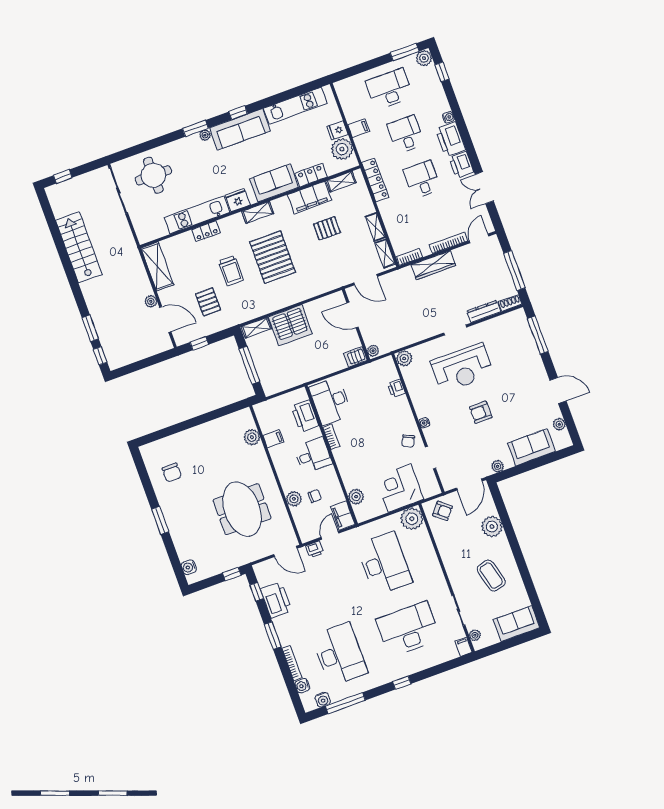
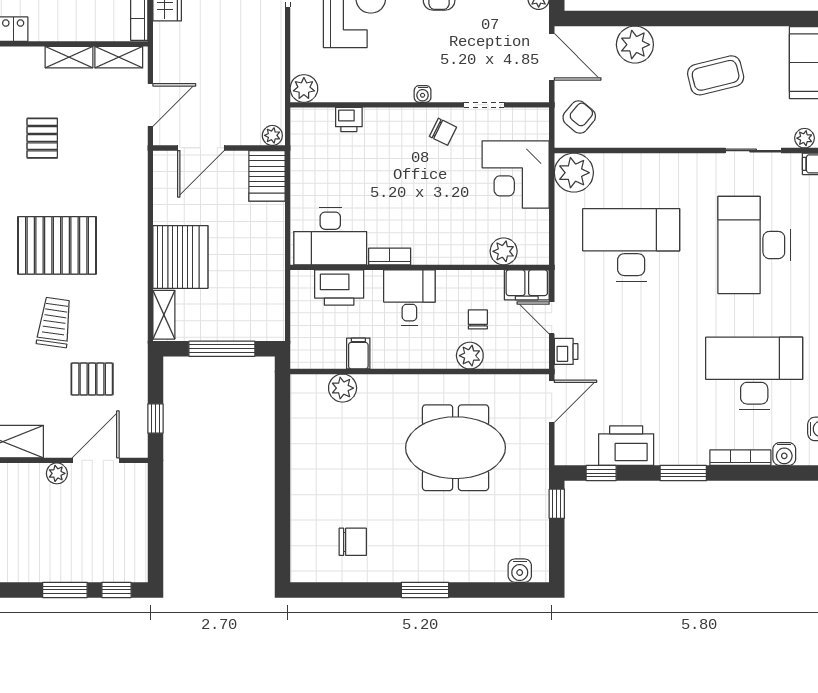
trolley: (231, 271) -> (55, 322), turned -82
server rack: (355, 357) -> (267, 176), width x1.36, depth x1.44

